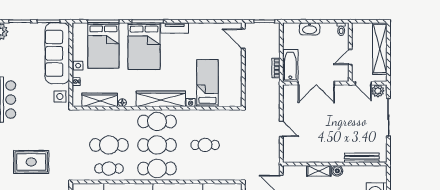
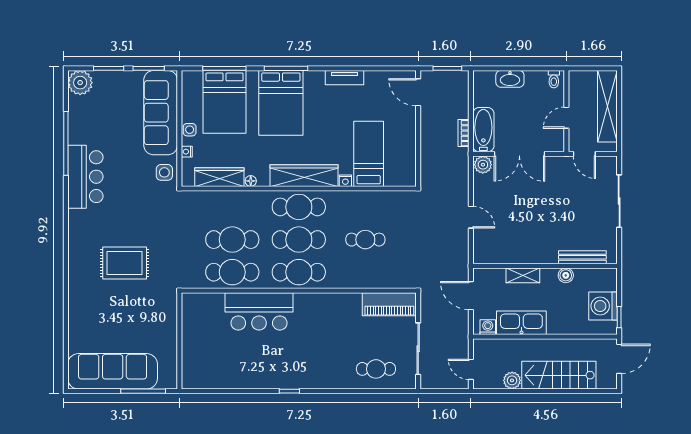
tv unit: (175, 28) -> (345, 78), moved
plant: (378, 91) -> (483, 165), moved
cafe table: (109, 169) -> (232, 272), width x1.37, depth x1.35
boiler: (337, 171) -> (566, 275), moved

